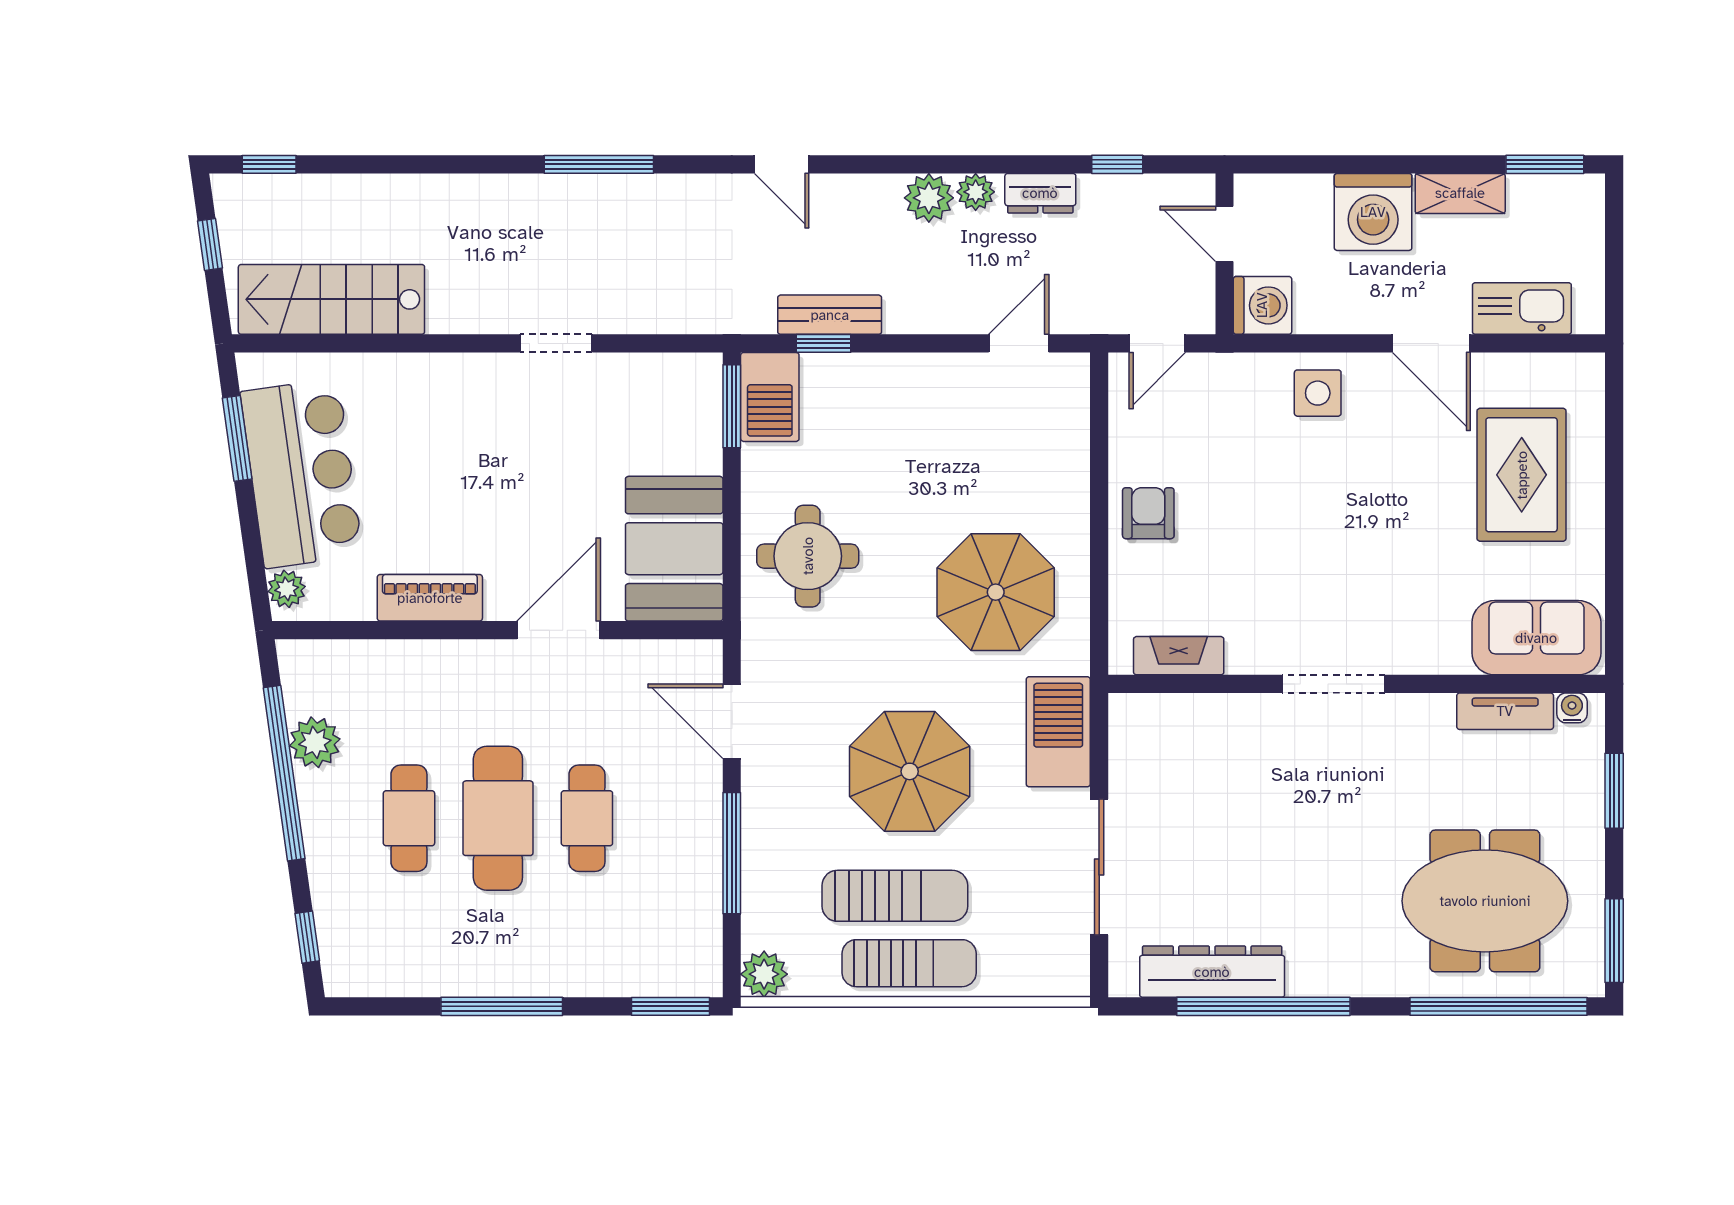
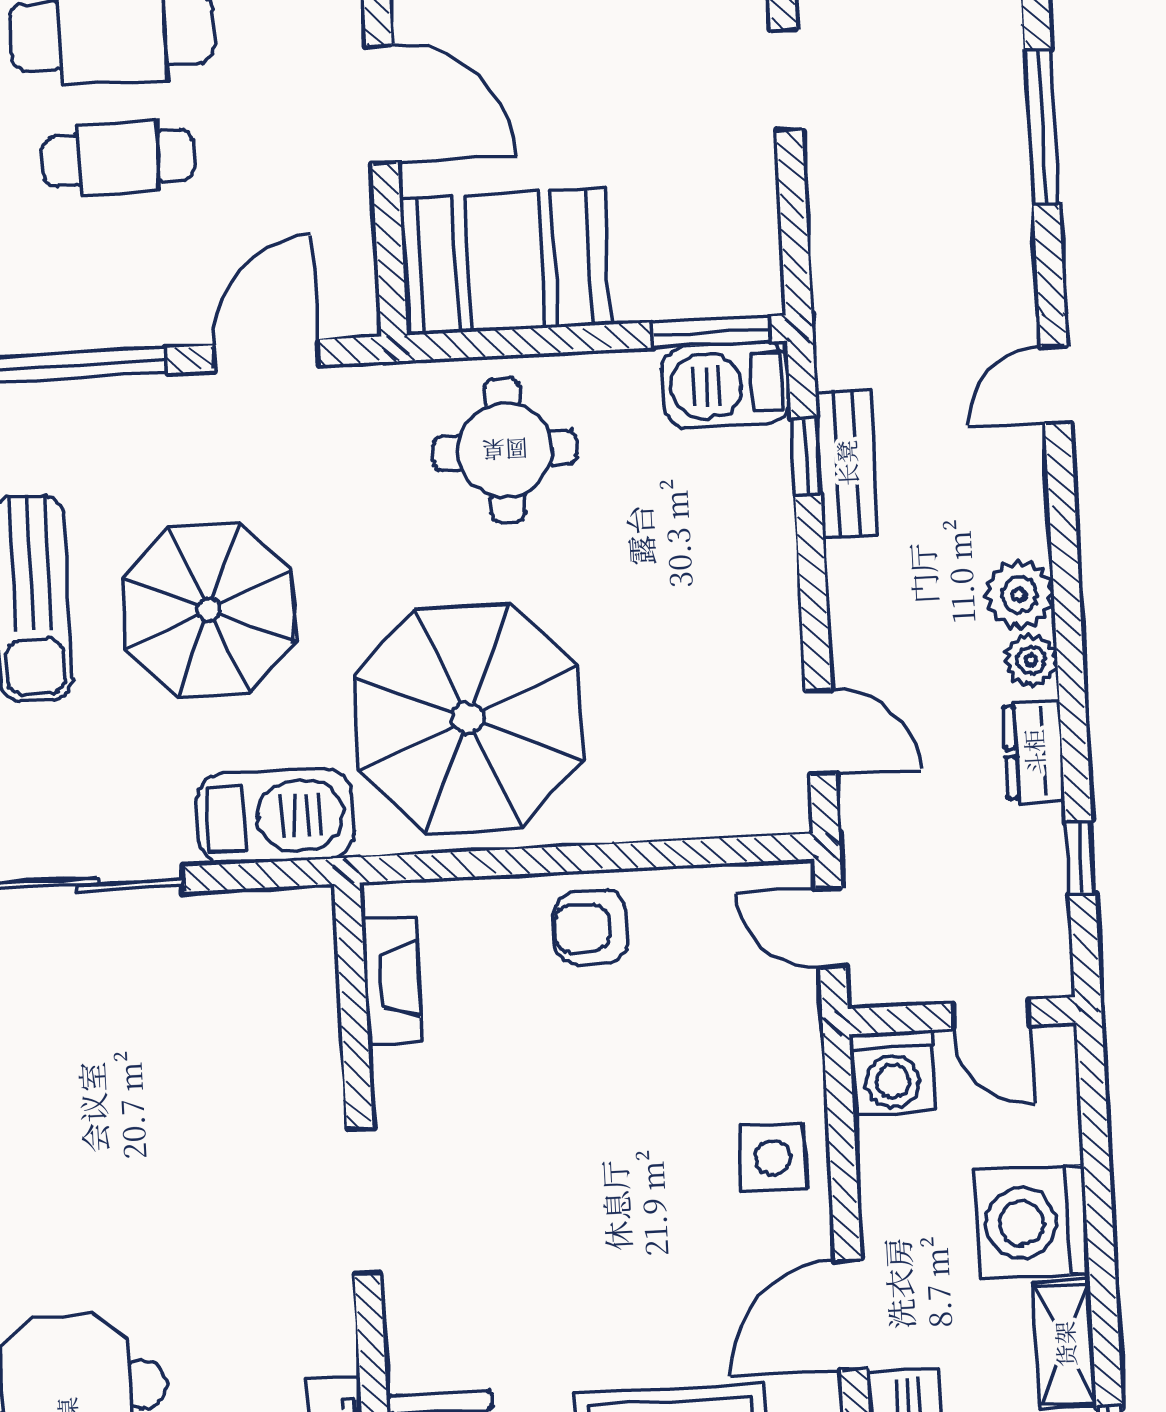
door: (1224, 234) -> (990, 1014), swing flipped
armchair: (1148, 513) -> (591, 927), turned 180
parasol: (996, 592) -> (468, 718), width x1.36, depth x1.36

